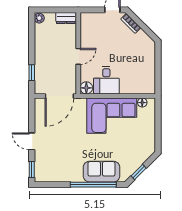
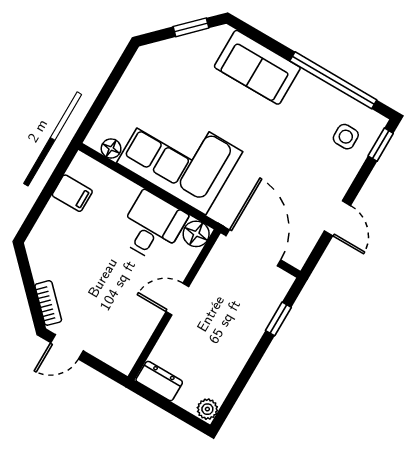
filing cabinet: (147, 75) -> (72, 193), added
door: (59, 96) -> (253, 248), hinge flipped
door: (32, 141) -> (337, 218), moved
side table: (48, 164) -> (346, 137), added
window: (93, 185) -> (333, 80), moved

